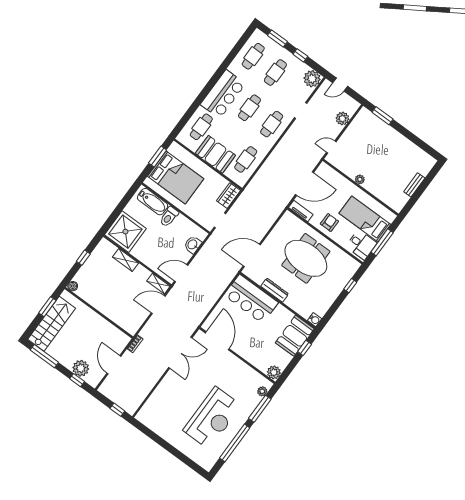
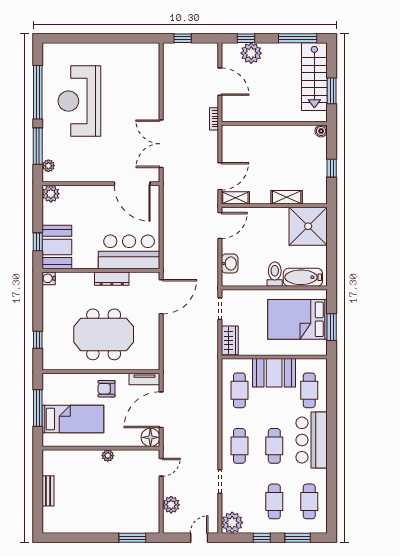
floor lamp: (324, 171) -> (150, 437), added
armchair: (329, 222) -> (106, 389), turned 90
desk: (361, 245) -> (57, 390), removed

